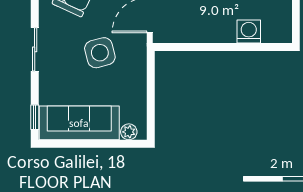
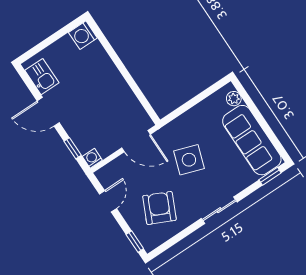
washing machine: (249, 31) -> (83, 35), moved
side table: (100, 53) -> (189, 160), turned 34

